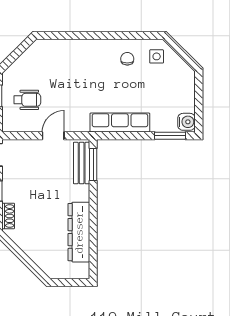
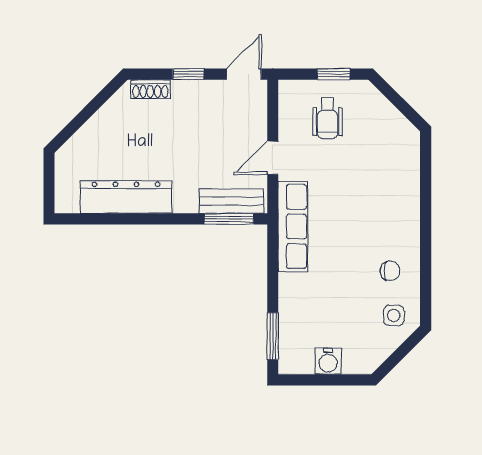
water cooler: (186, 122) -> (328, 361), moved
row of seats: (120, 123) -> (293, 226), moved
door: (53, 136) -> (273, 158), swing flipped

